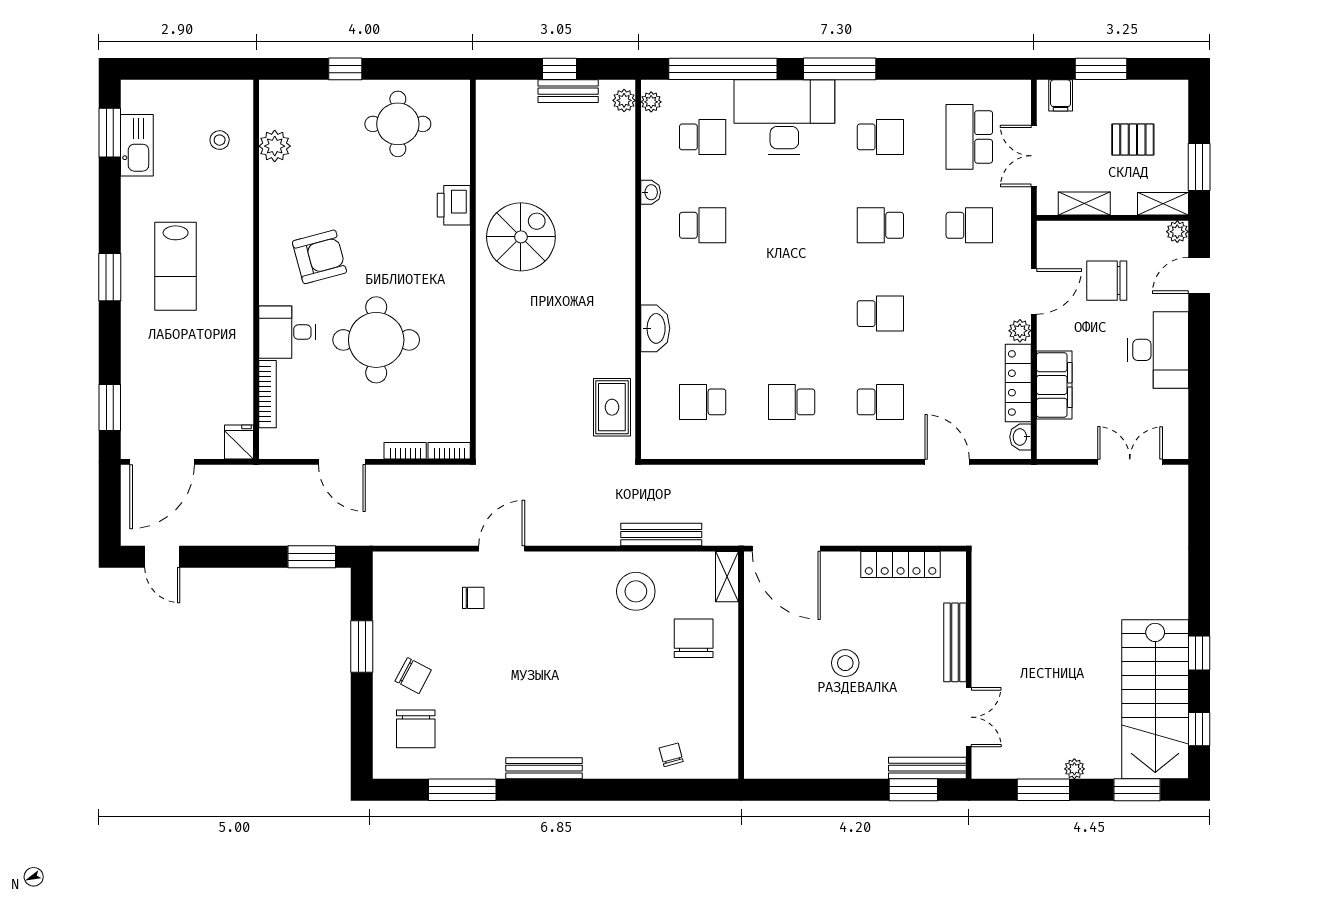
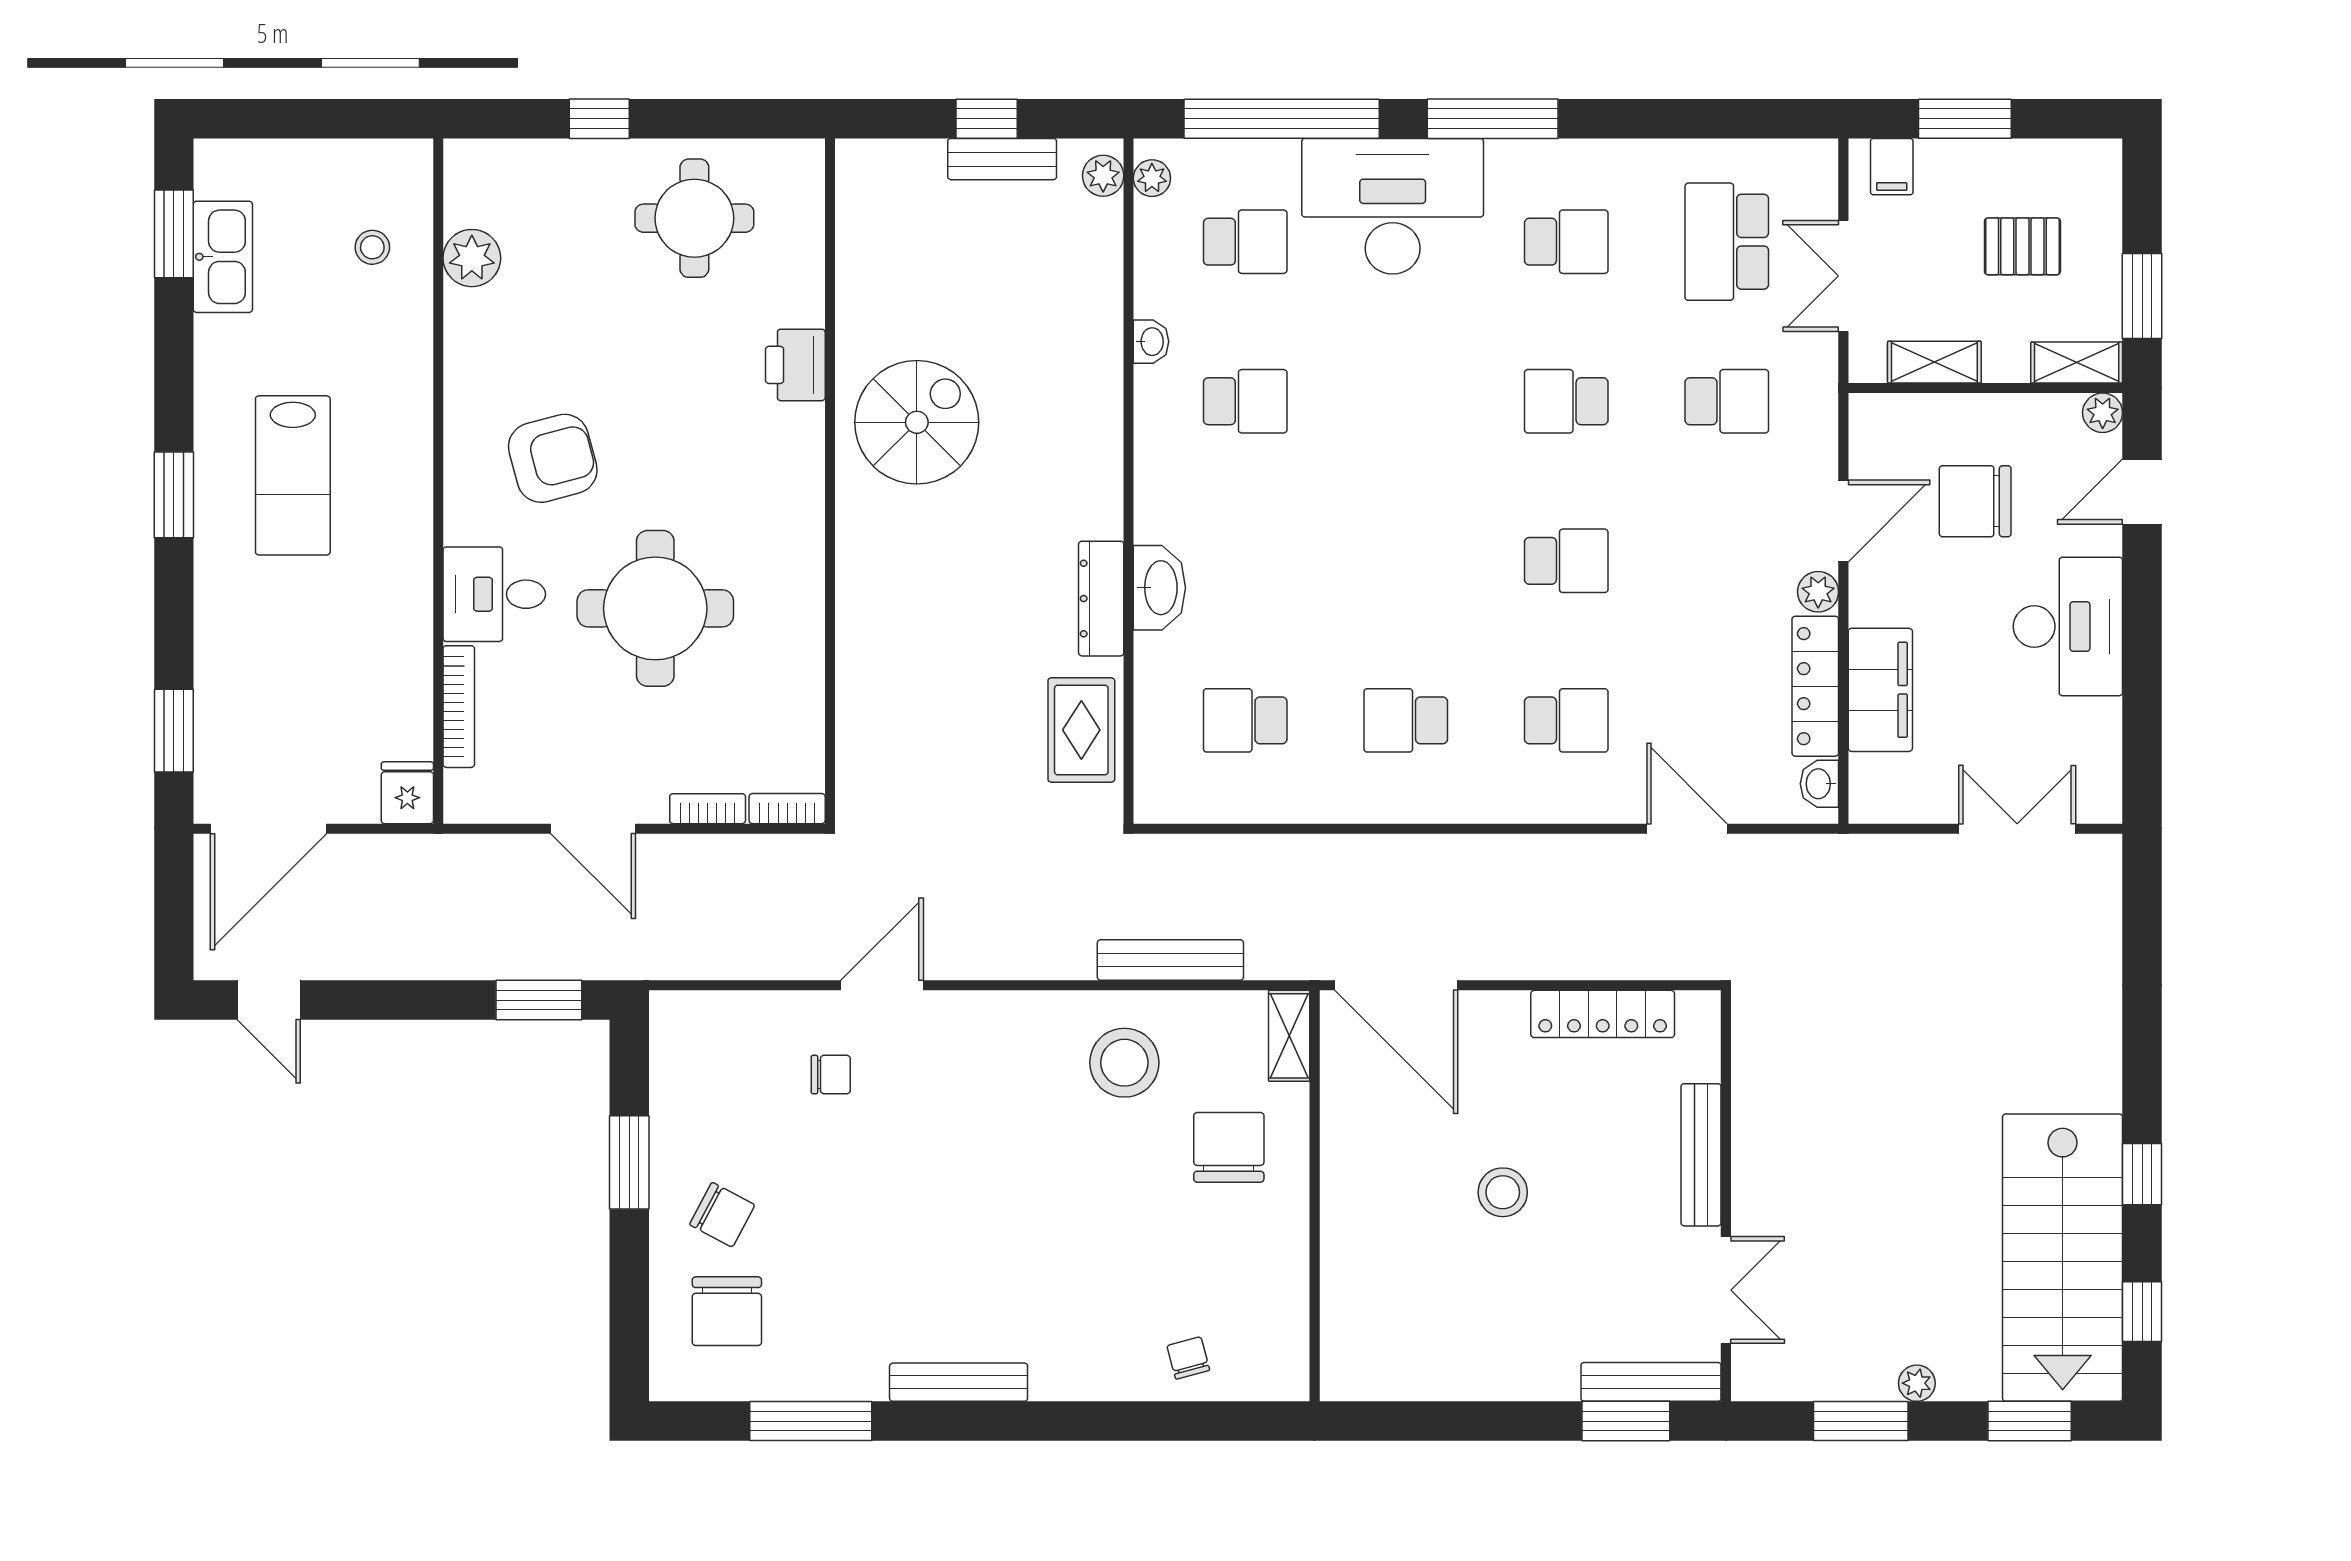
dresser: (623, 334) -> (1101, 599), added

